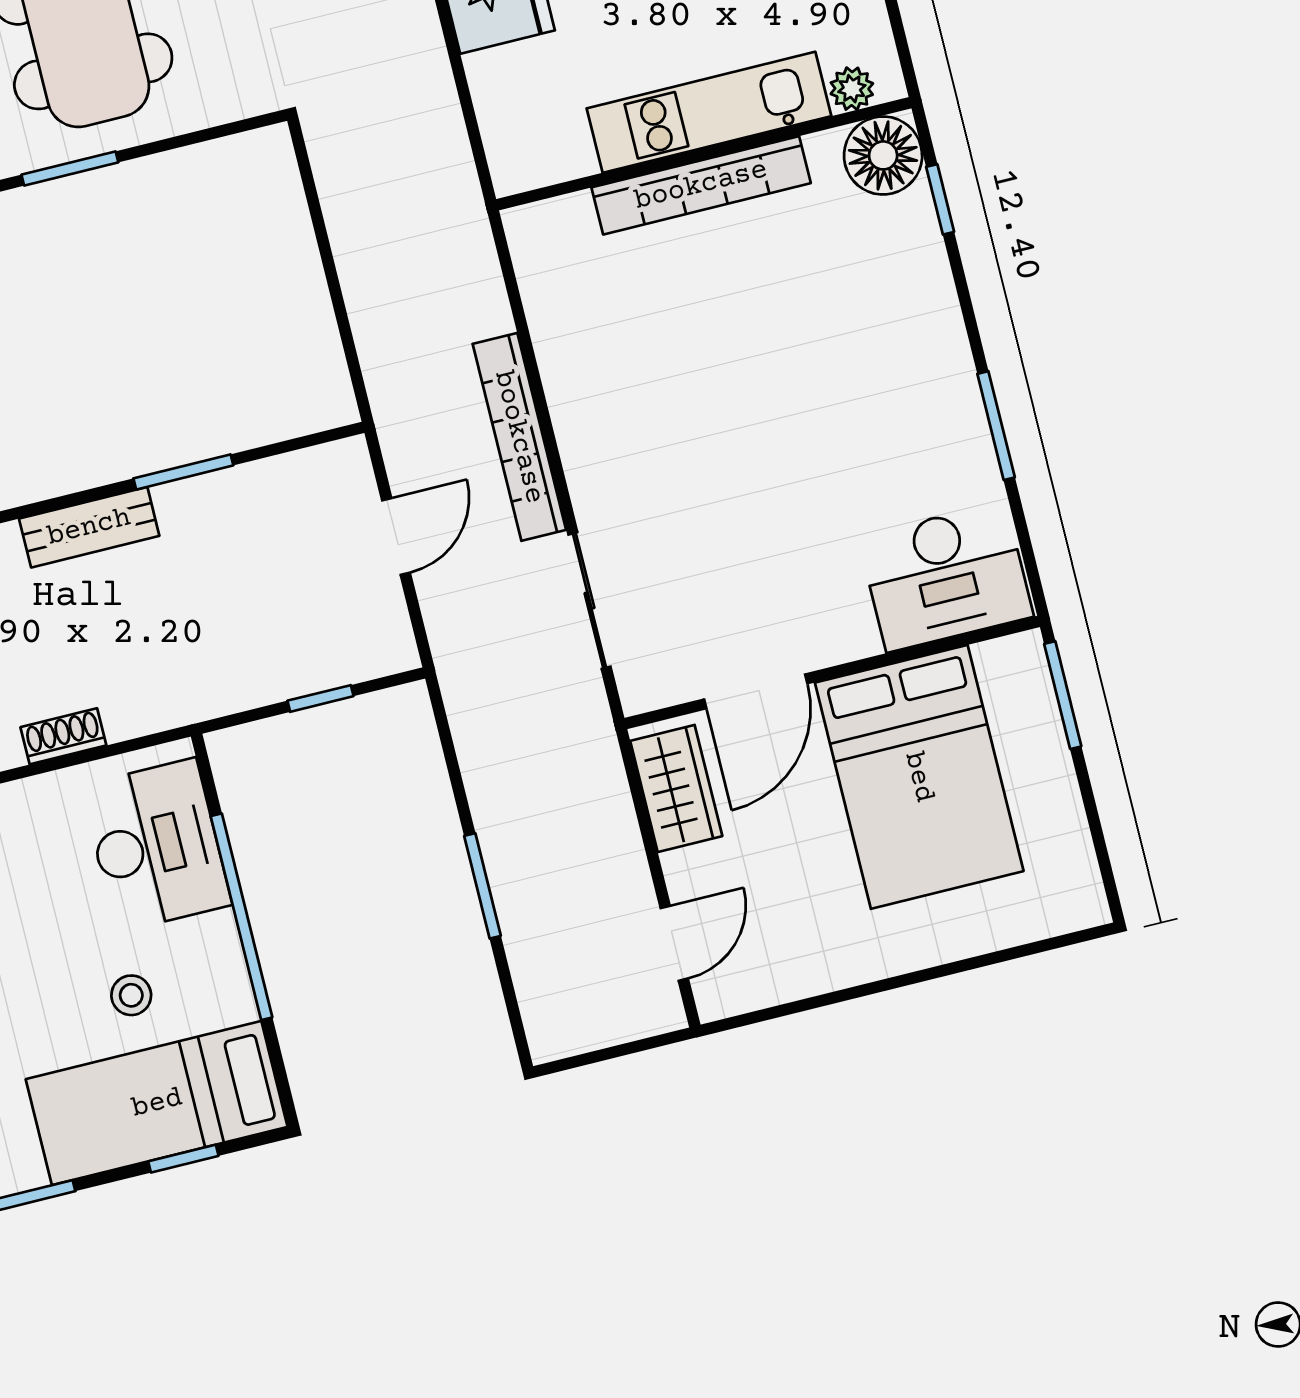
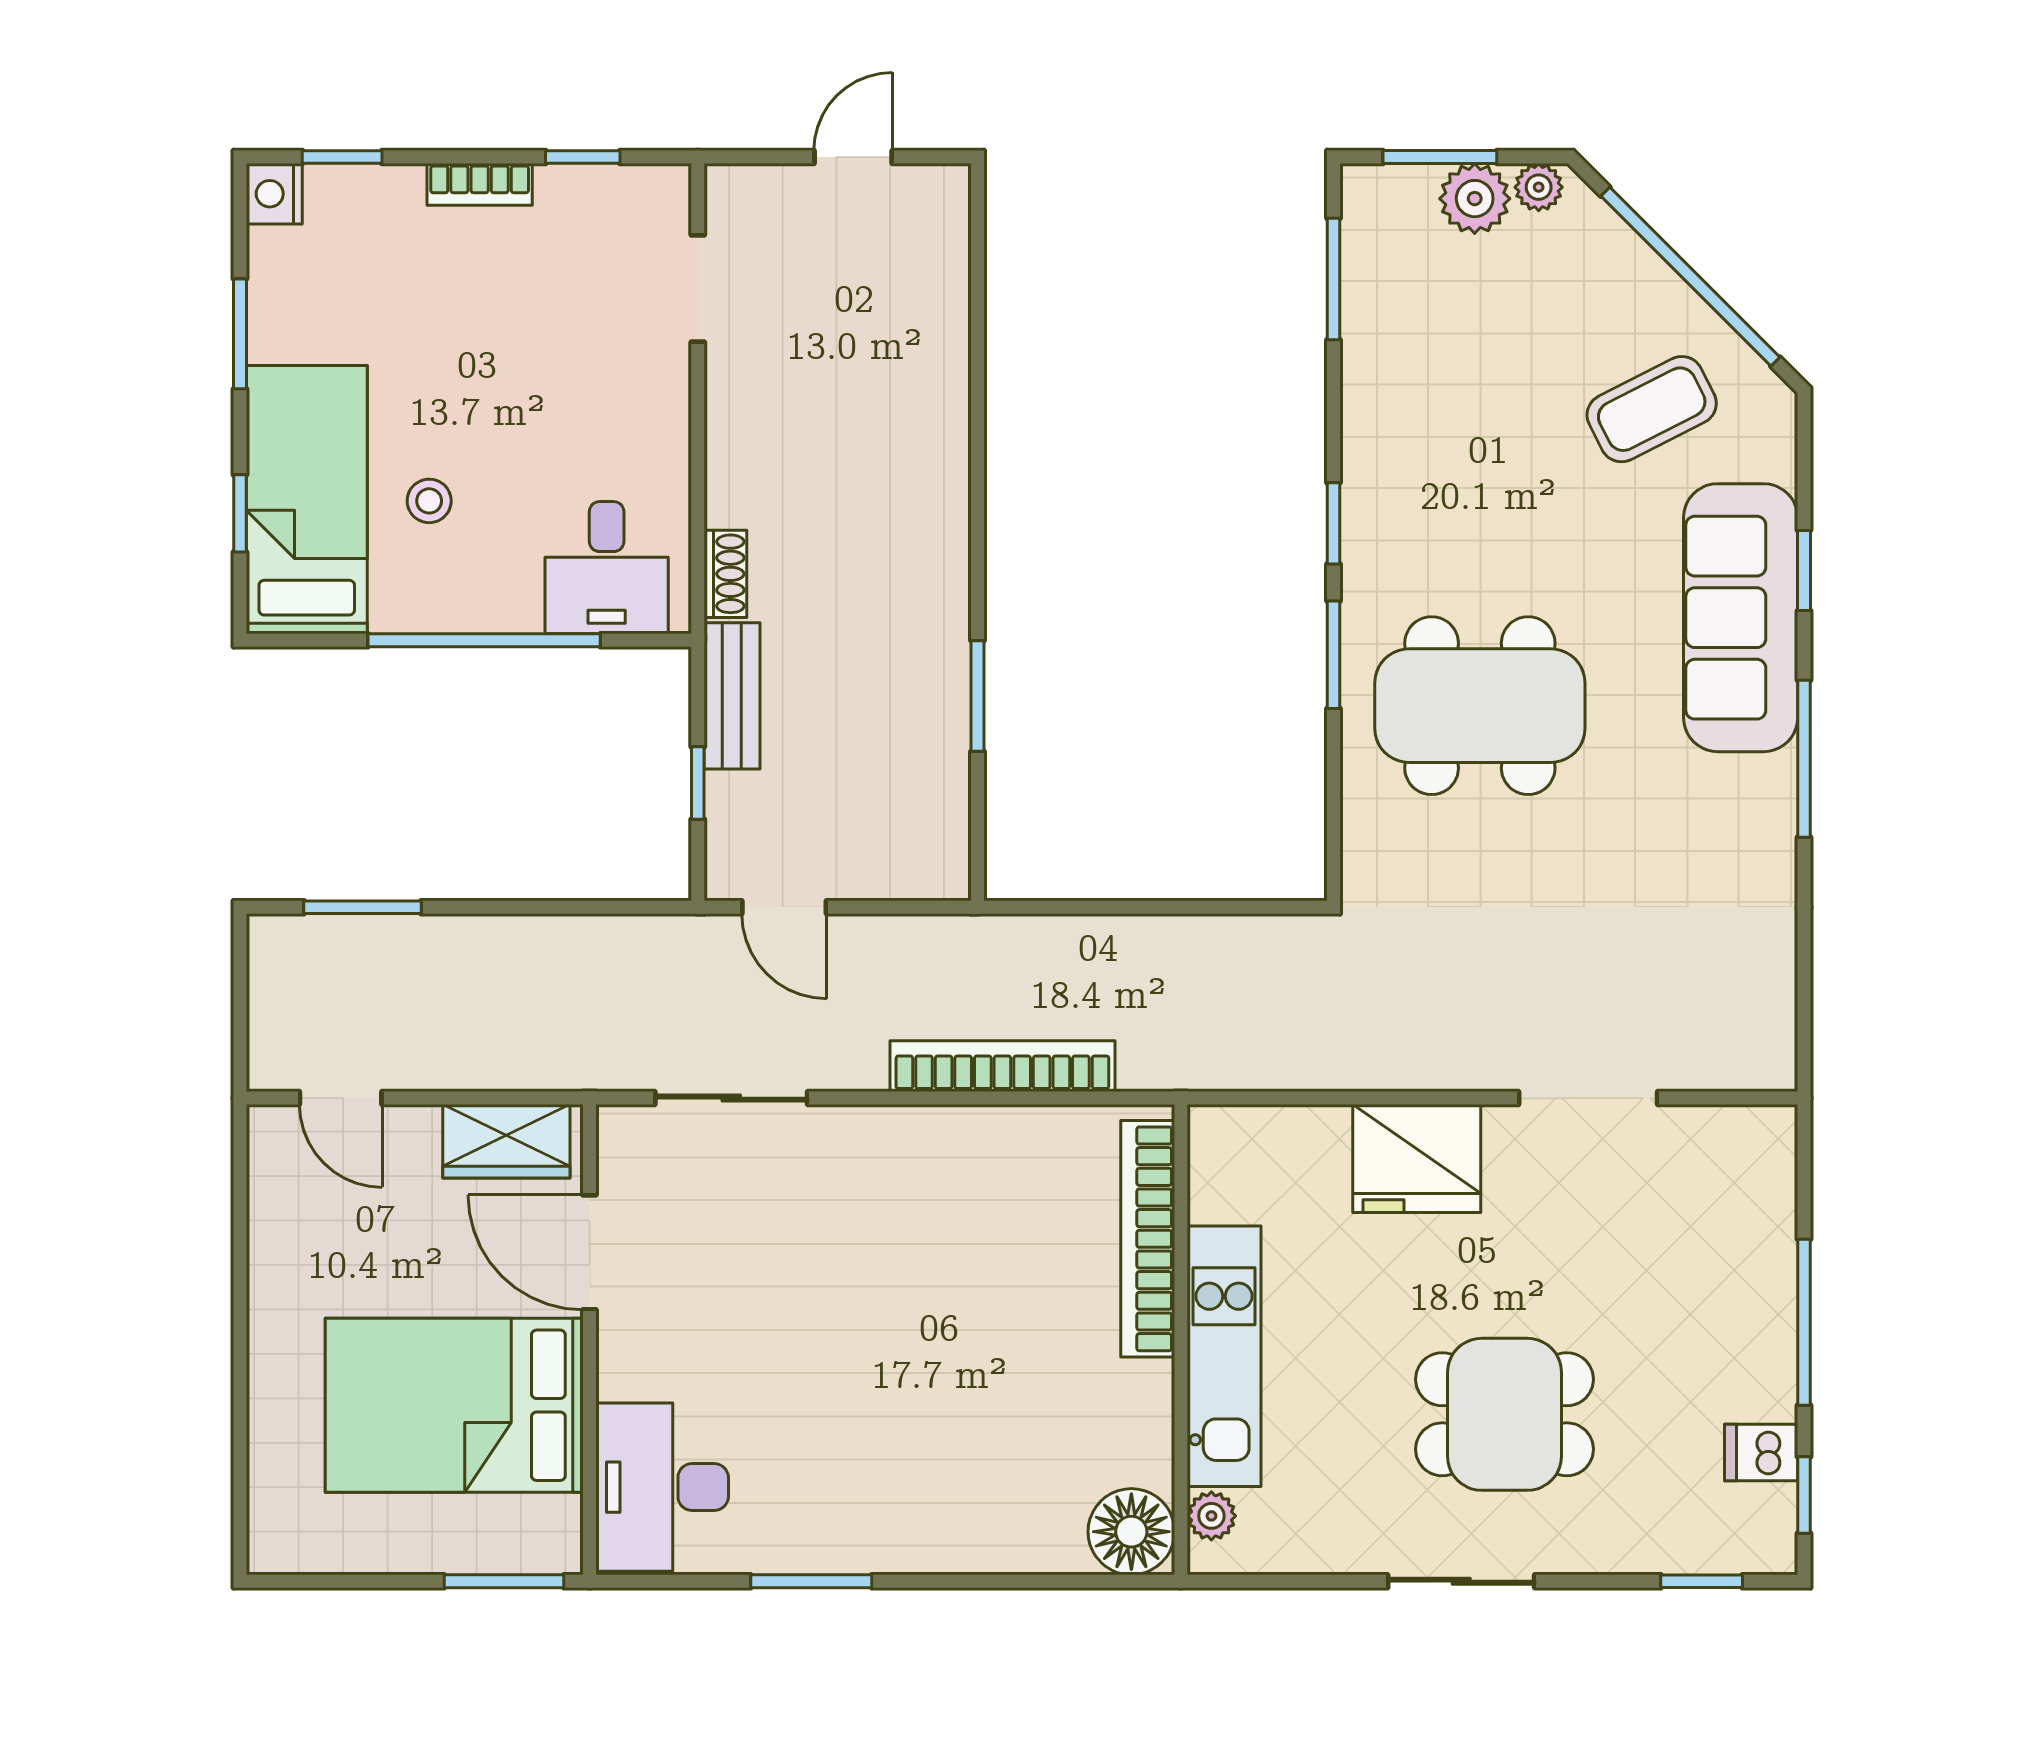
bookcase: (701, 185) -> (1148, 1239), moved
window: (940, 199) -> (1069, 1581), removed
bookcase: (519, 437) -> (1002, 1066), moved
bench: (89, 527) -> (732, 696), moved
door: (396, 536) -> (784, 907), moved
shoe rack: (63, 736) -> (725, 574), moved
desk: (156, 845) -> (607, 568), width x0.73
window: (482, 886) -> (363, 907), moved

